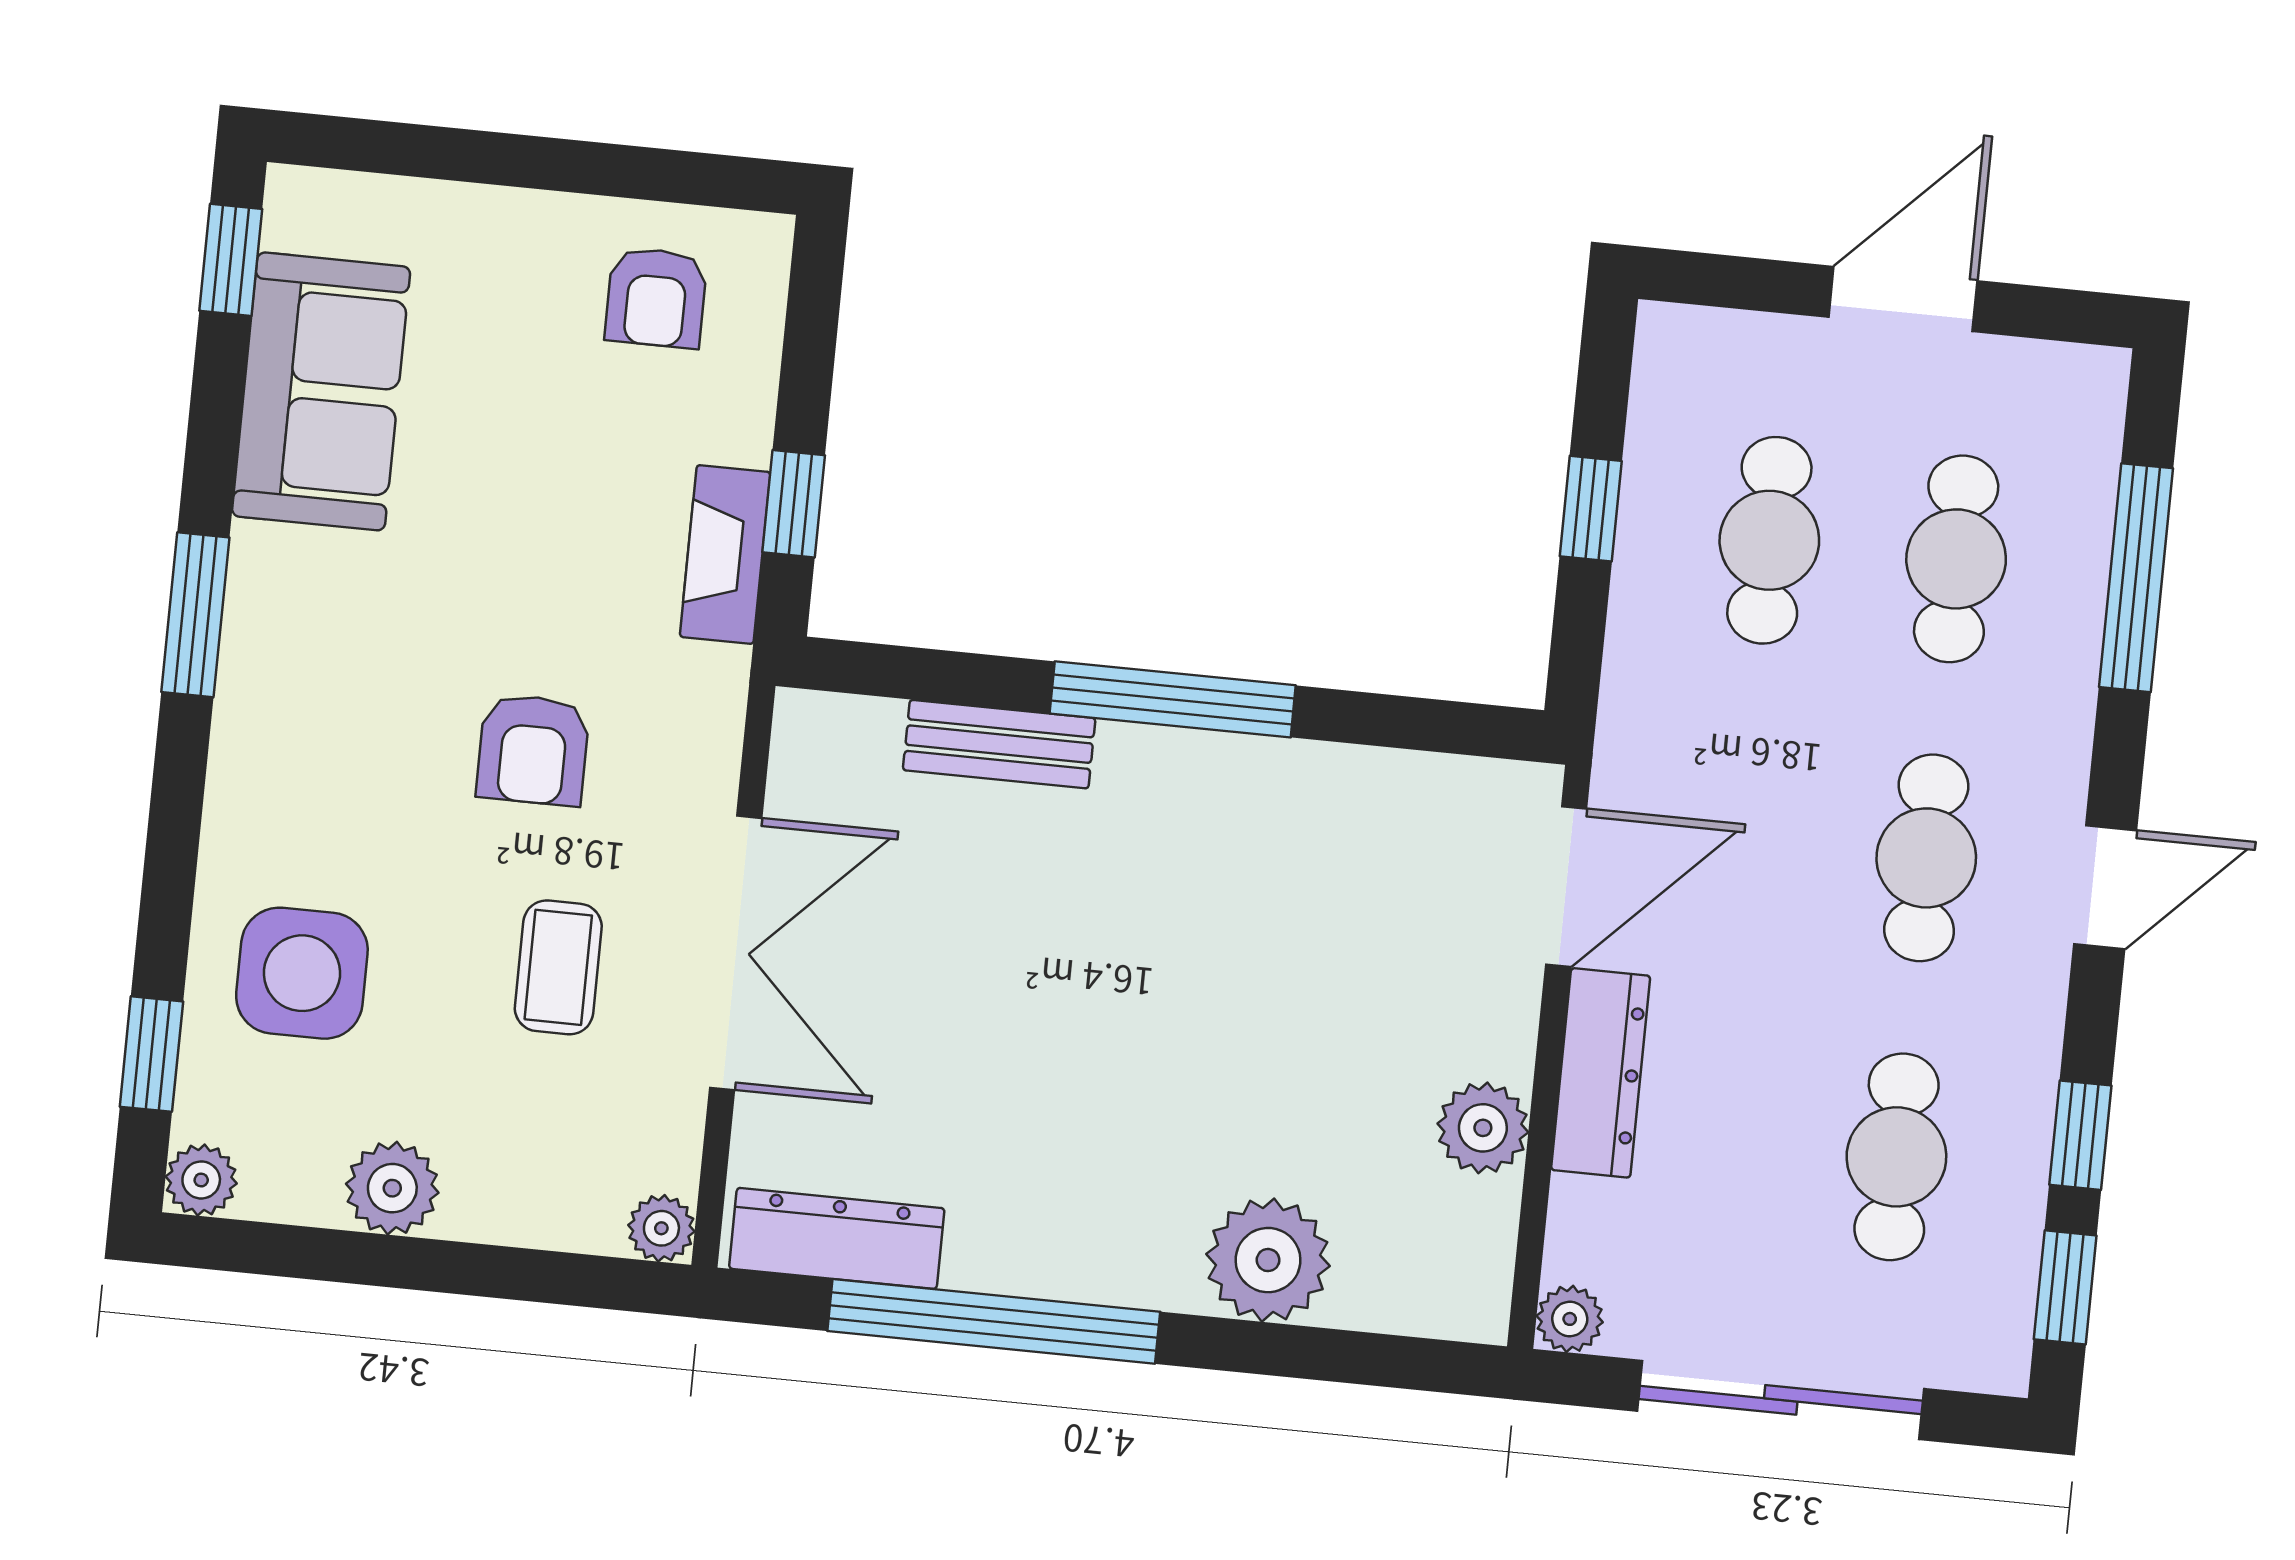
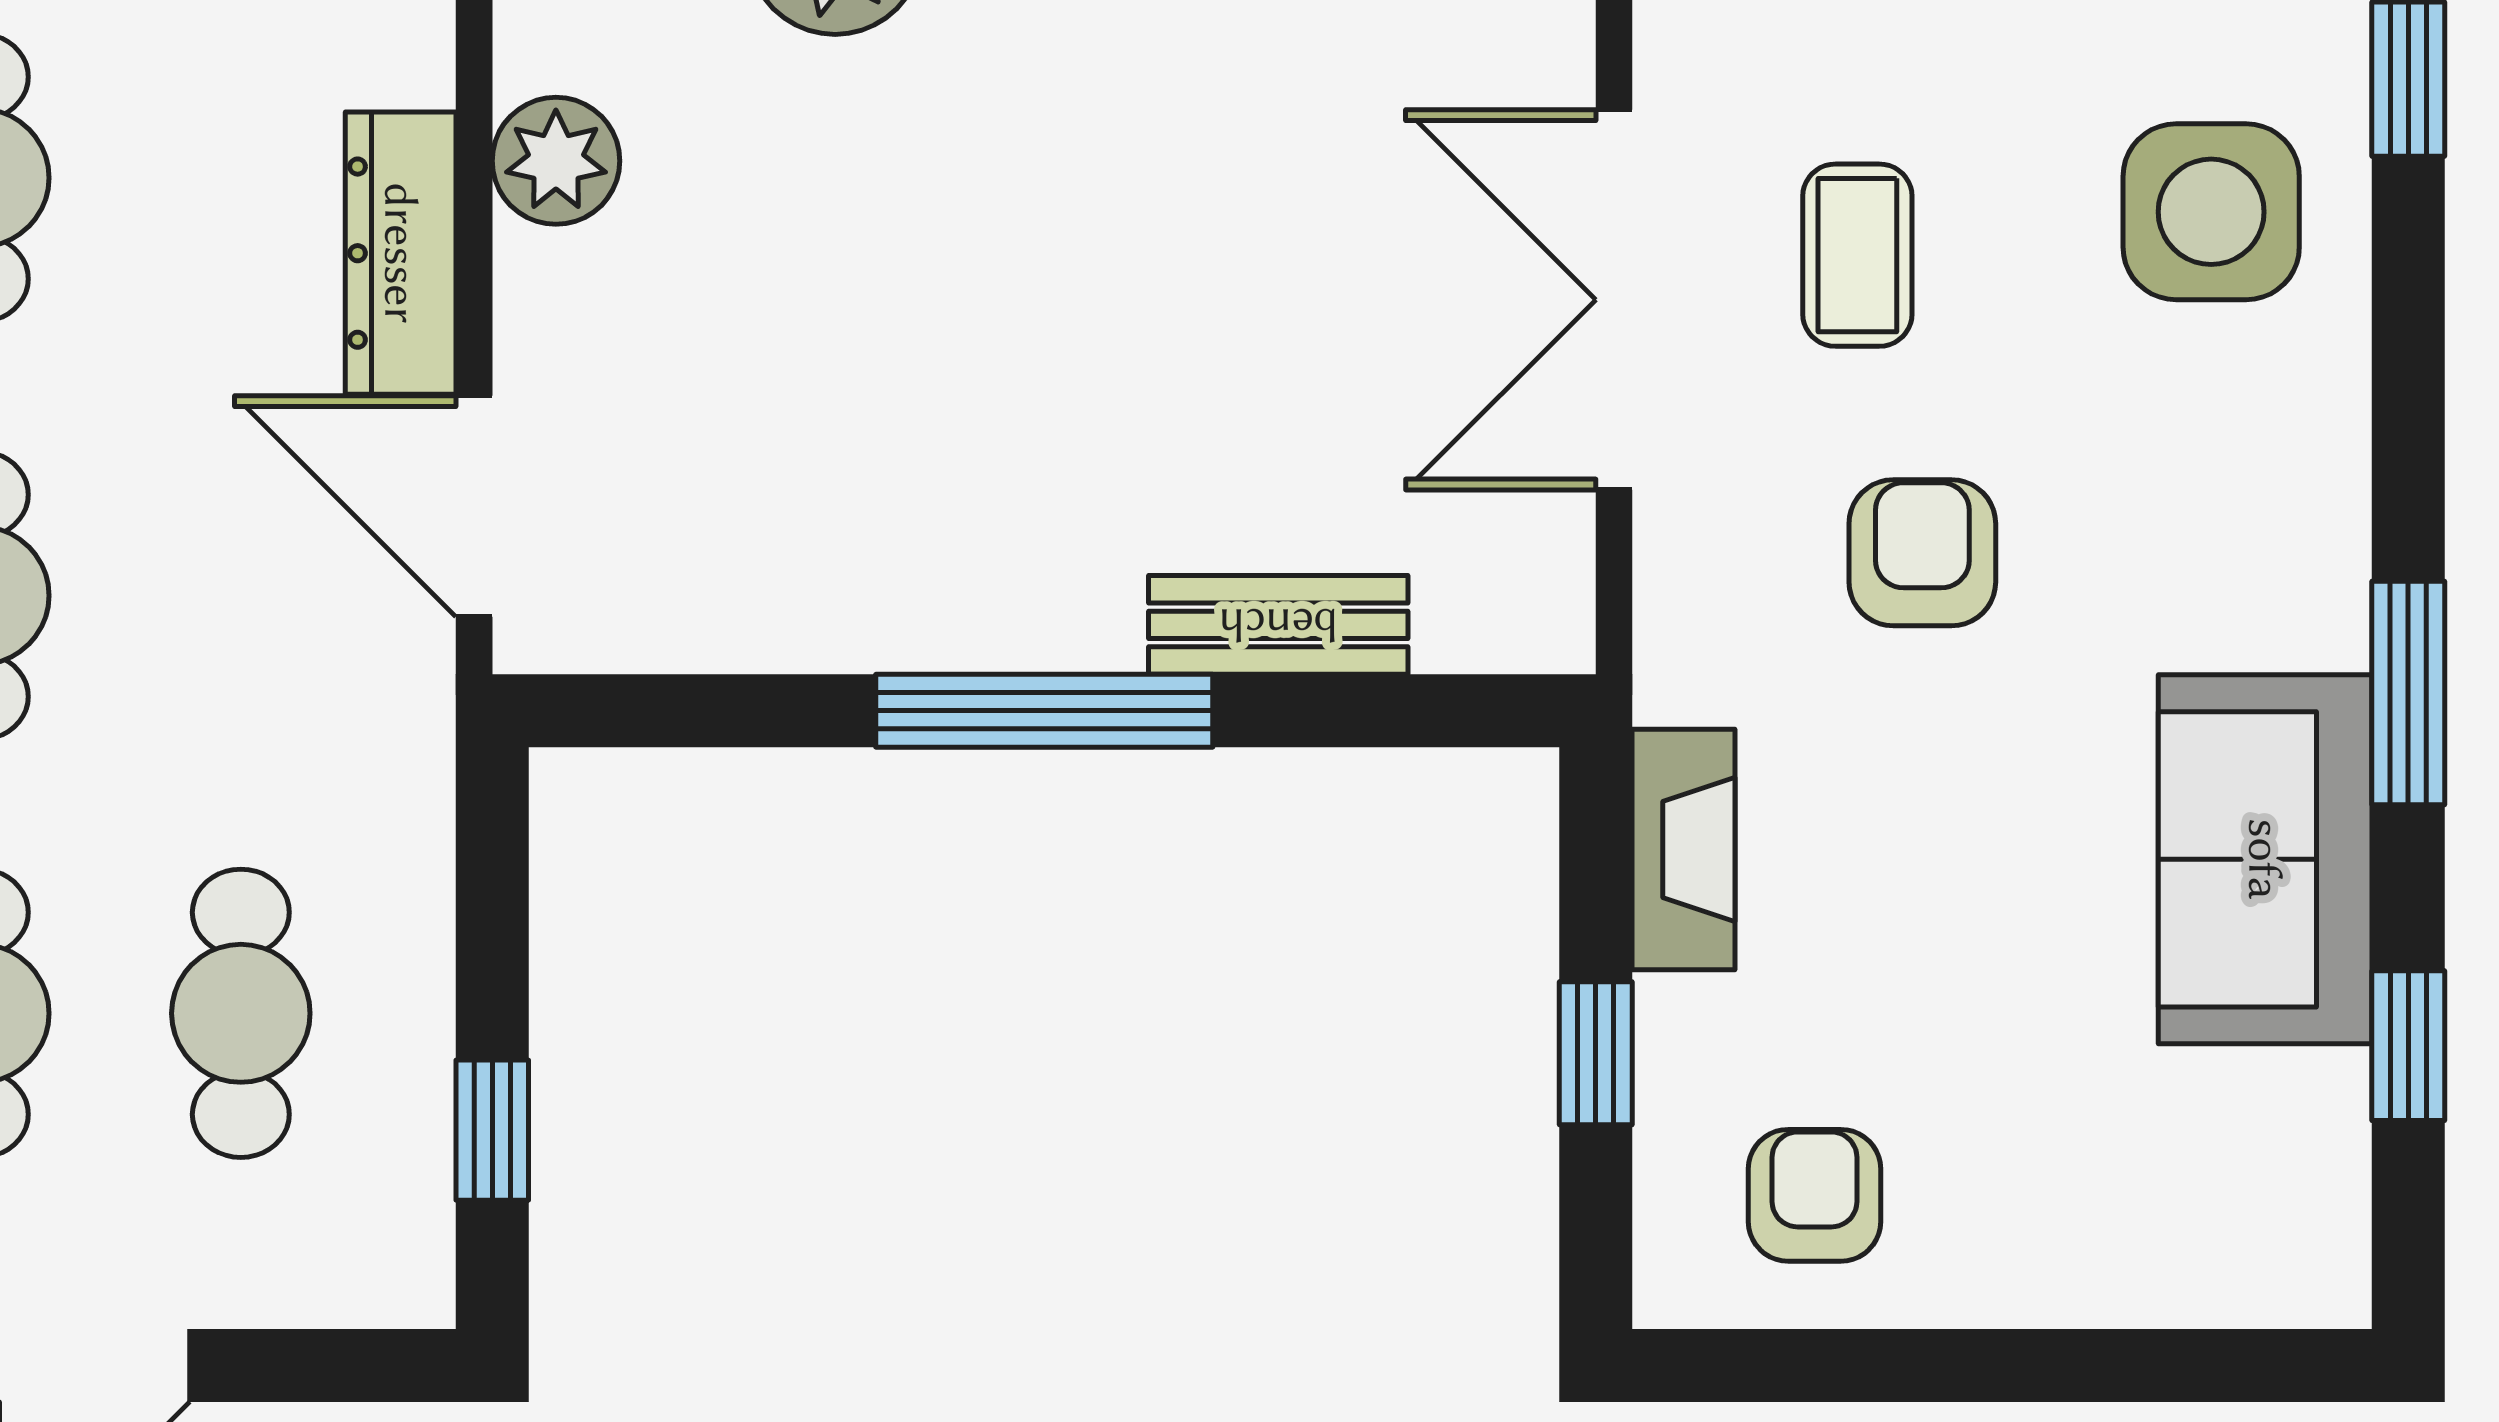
window: (231, 260) -> (2408, 1046), moved
sofa: (321, 391) -> (2265, 859), moved
window: (794, 504) -> (1596, 1053), moved
window: (1591, 509) -> (492, 1130), moved
door: (1566, 887) -> (474, 506), hinge flipped

